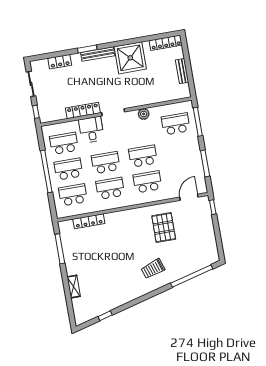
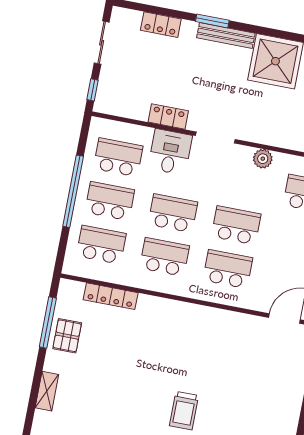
locker: (83, 111) -> (168, 116), width x0.66
pallet: (164, 228) -> (67, 336), moved, width x0.67, depth x0.71
trolley: (153, 269) -> (184, 411), turned -72

